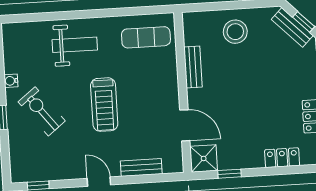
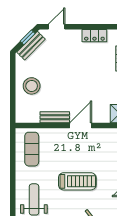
door: (185, 125) -> (81, 125), moved

